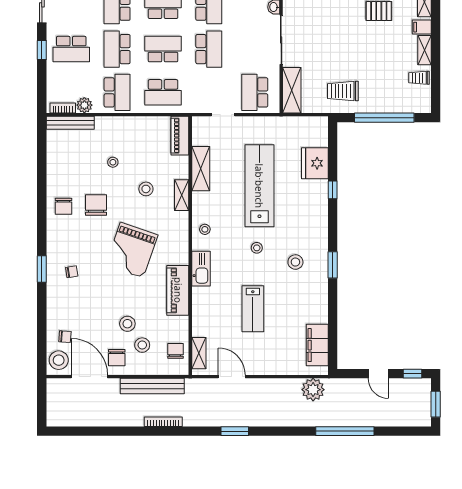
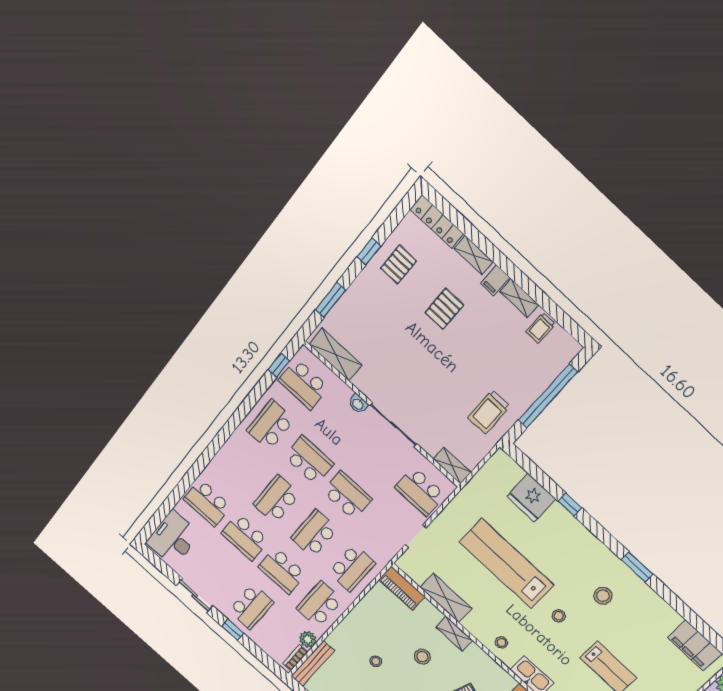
shelving: (292, 90) -> (452, 466), width x0.67, depth x0.75
school desk: (117, 92) -> (319, 604), turned -90

